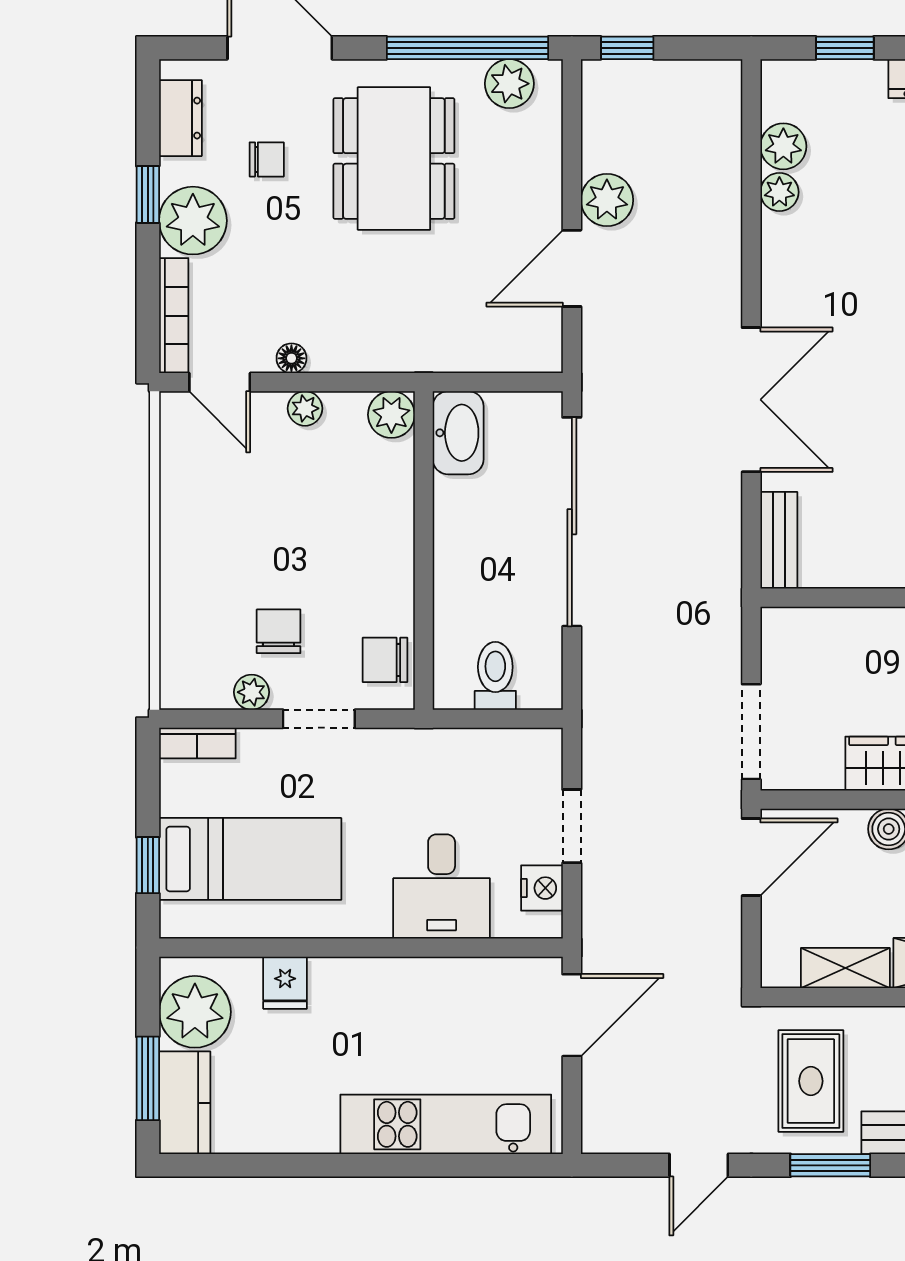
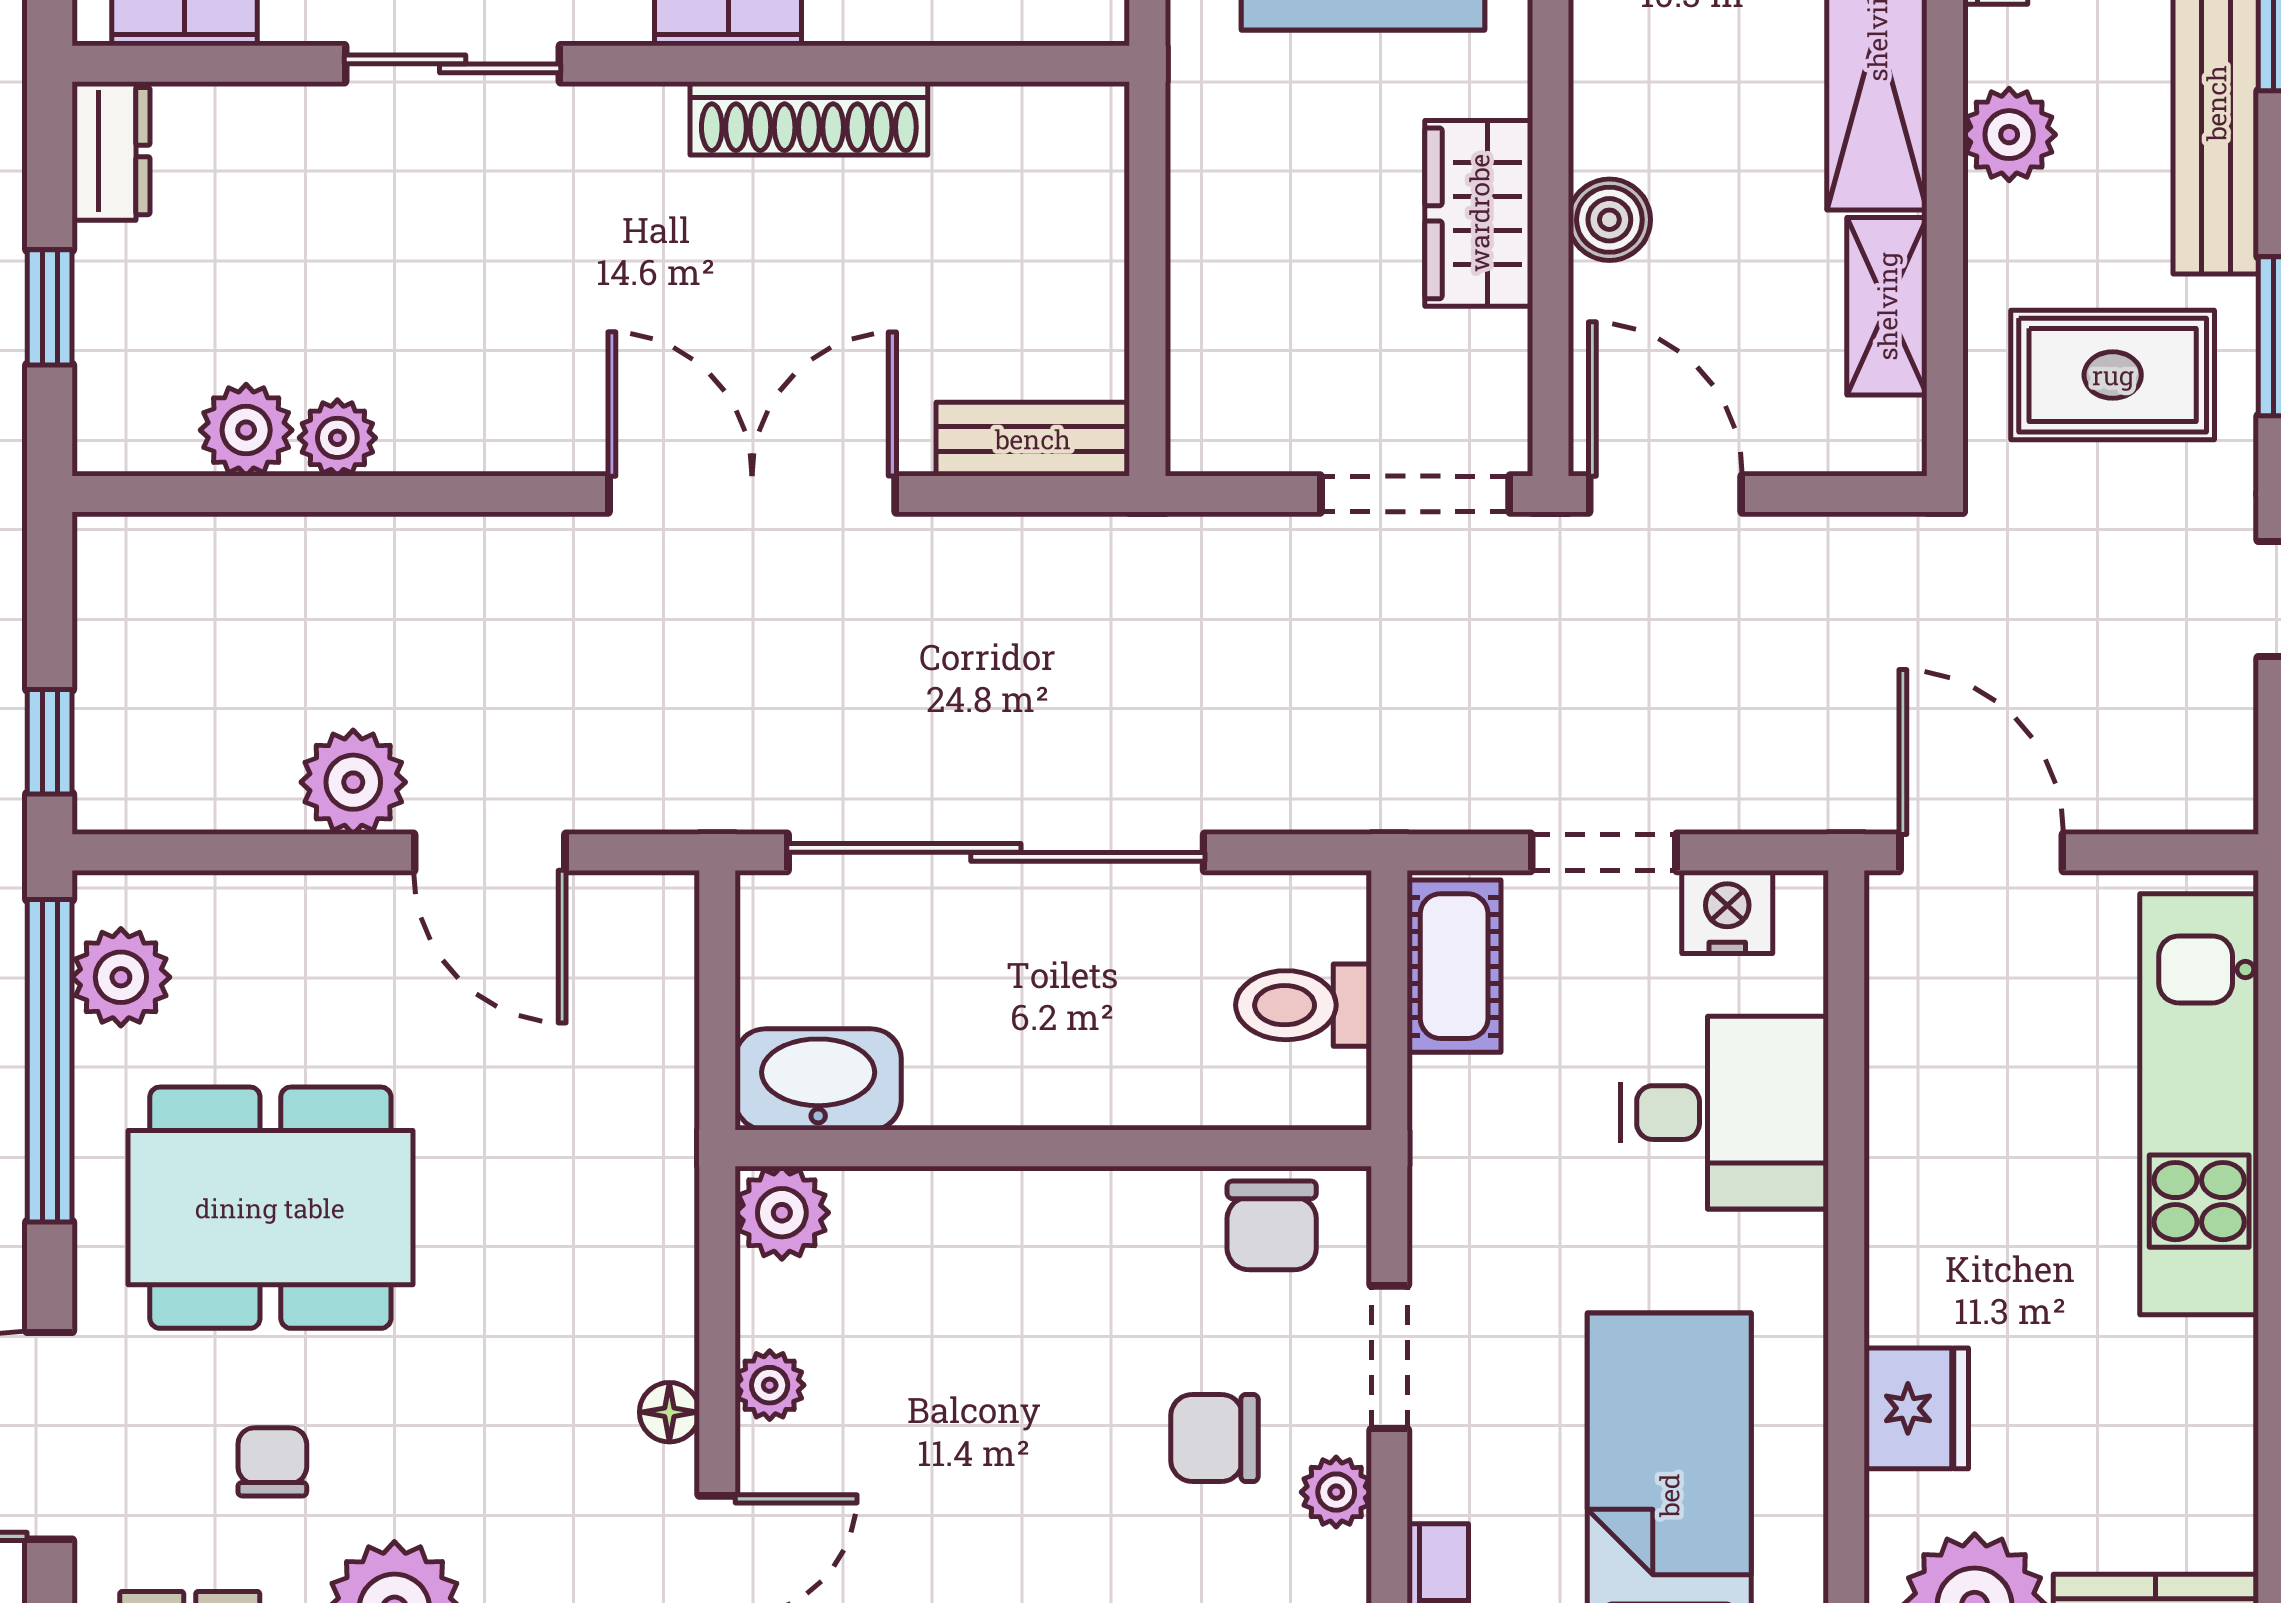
cot: (515, 751) -> (1454, 966), added
fridge: (285, 983) -> (1916, 1408), width x1.38

